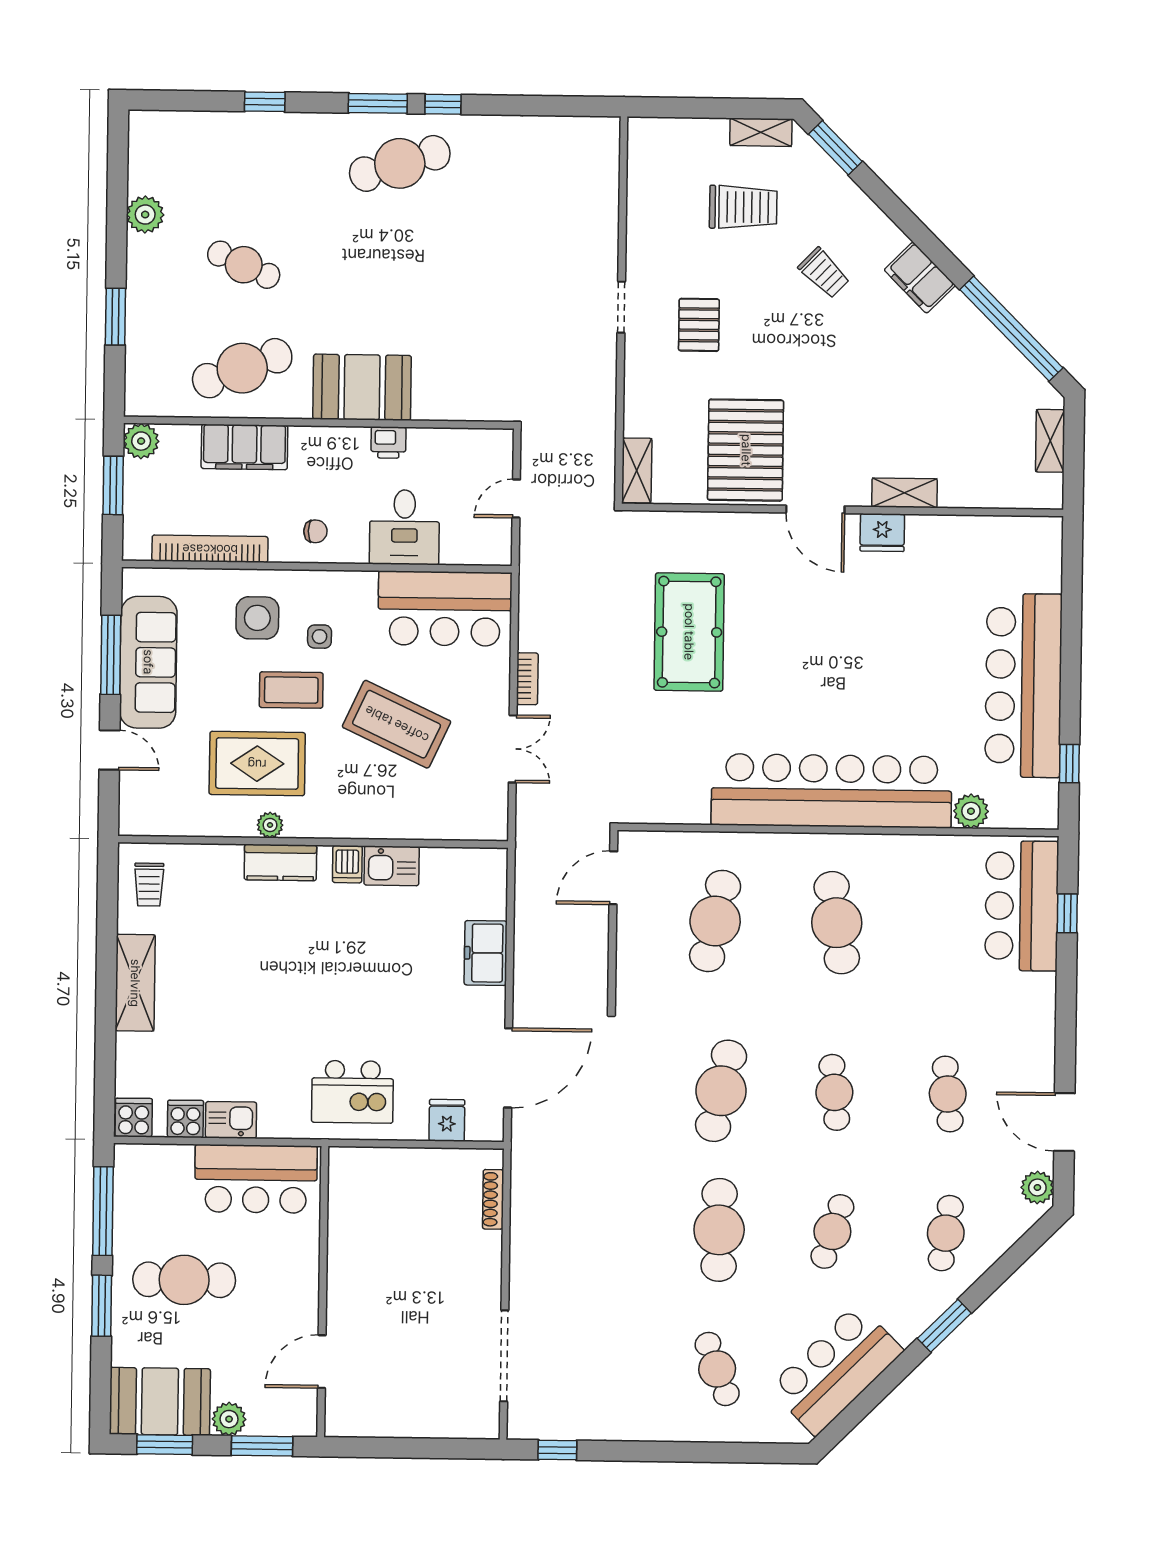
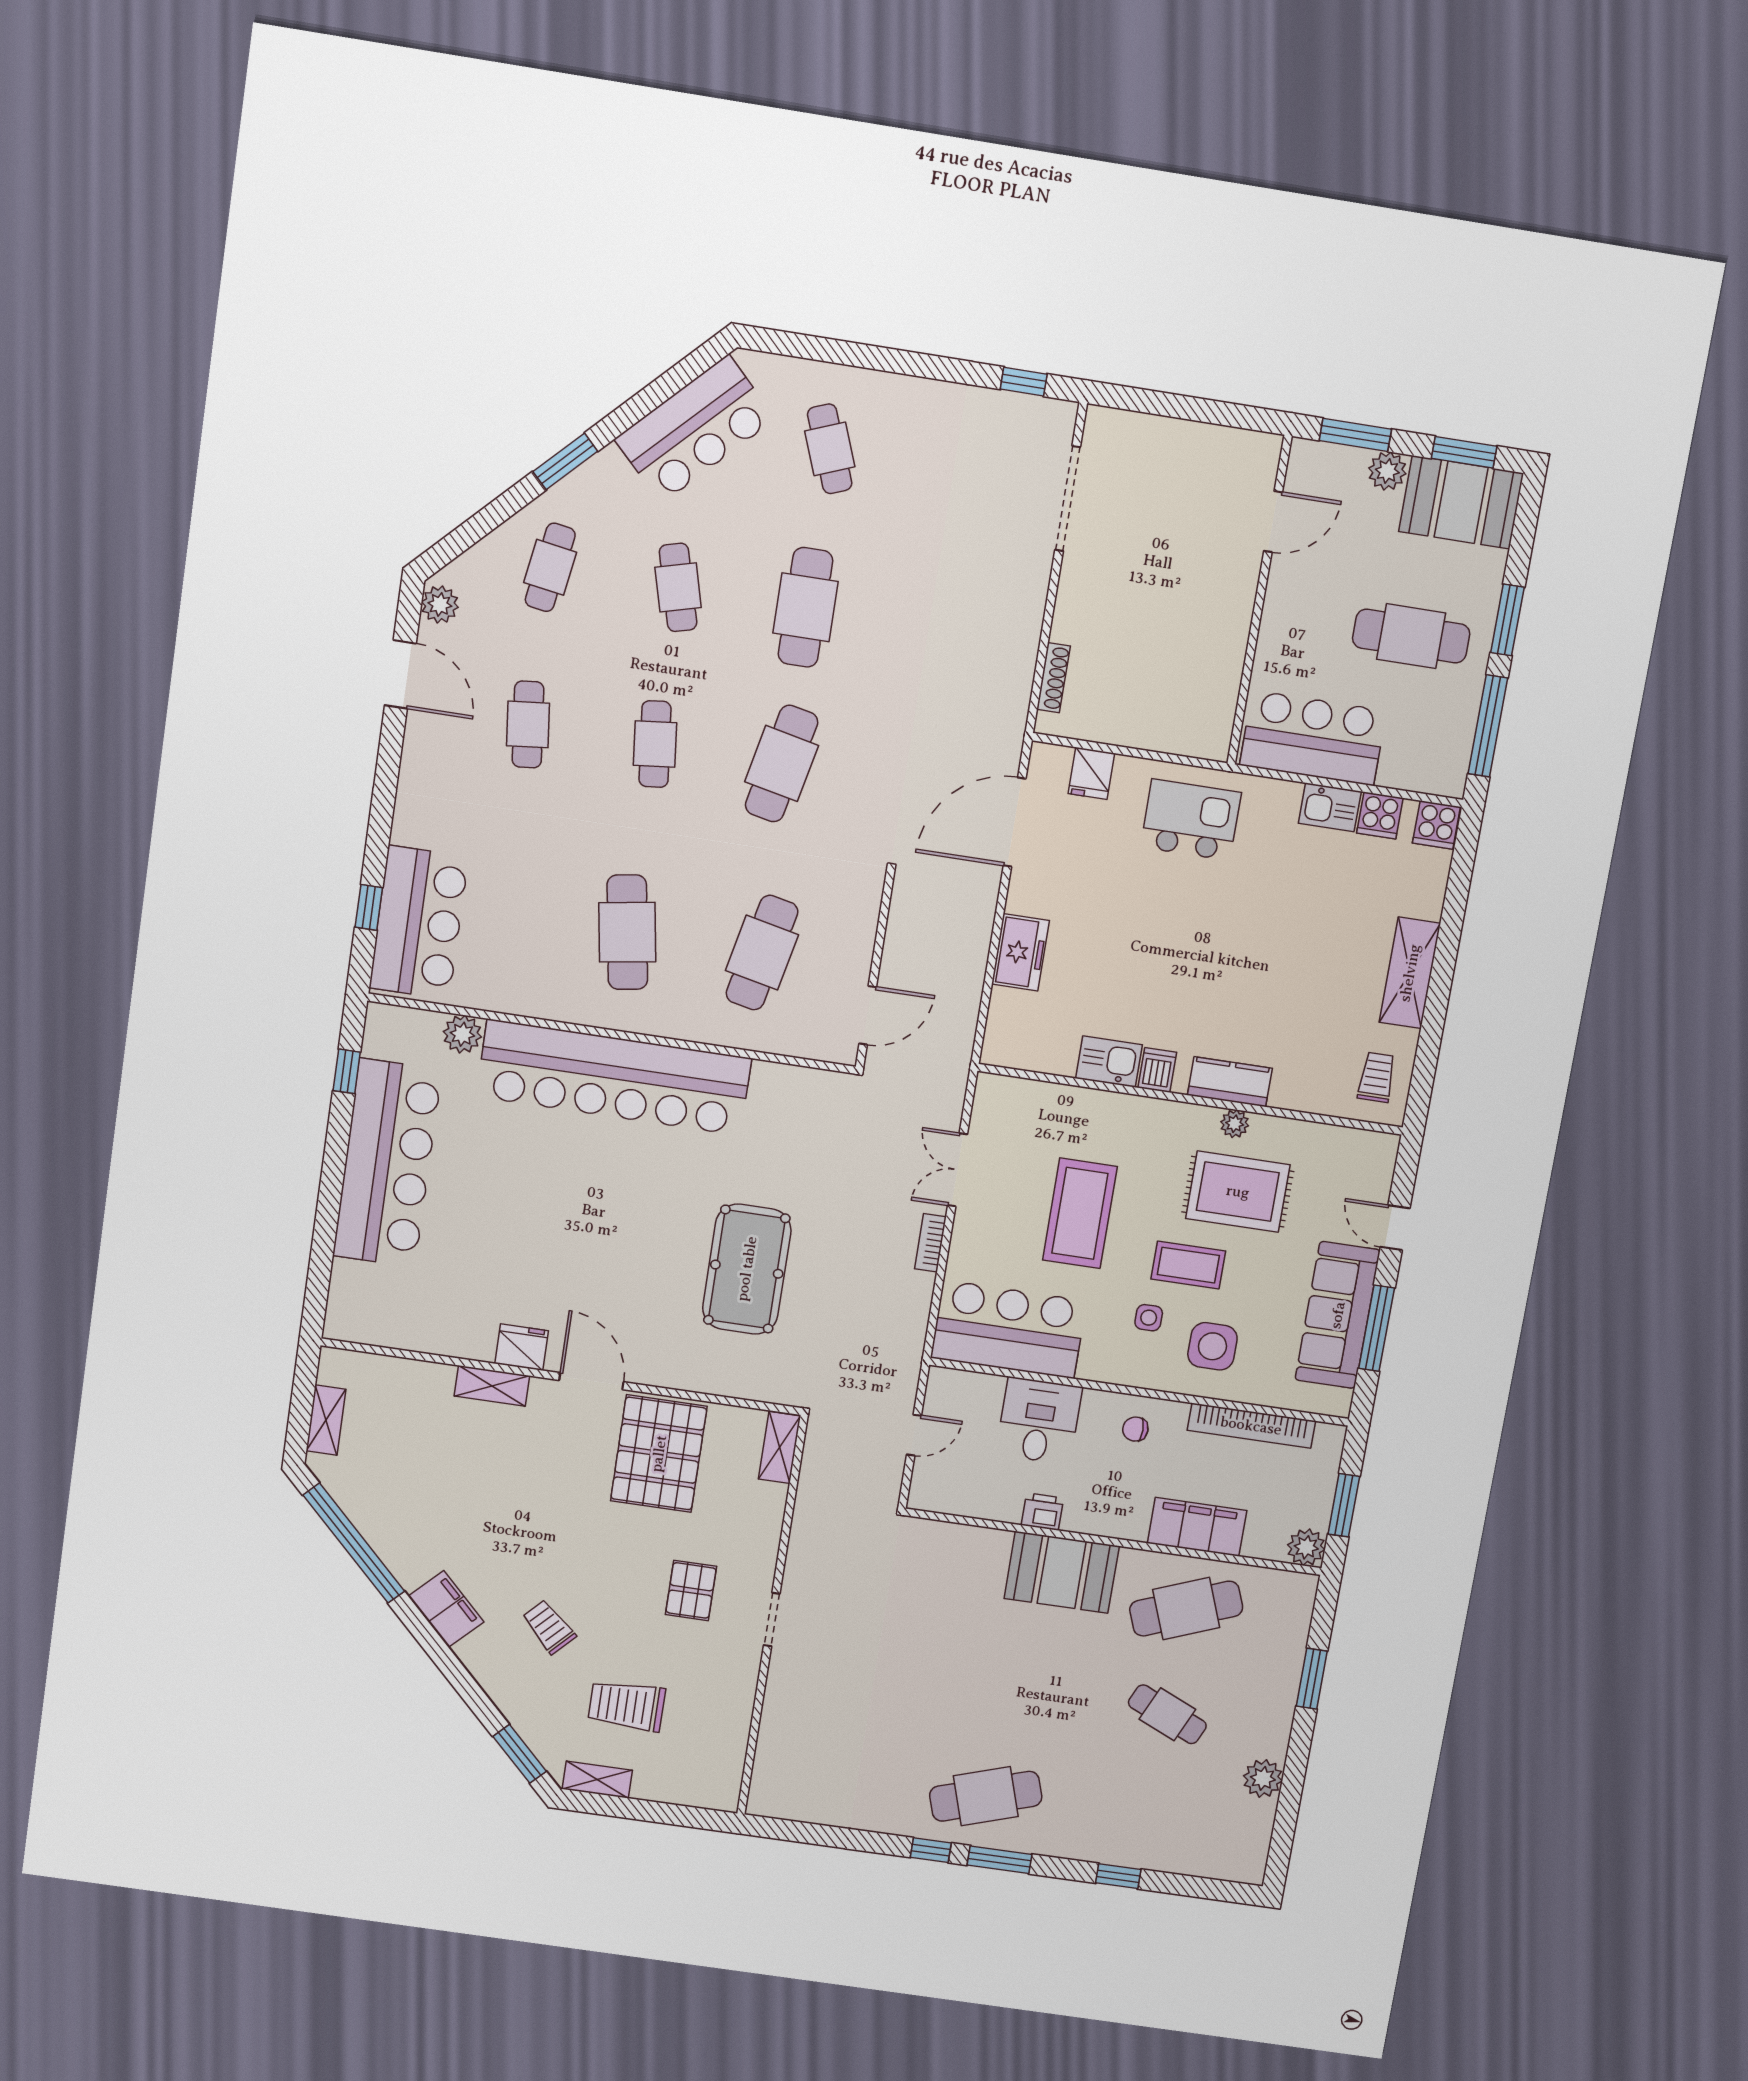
coffee table: (397, 724) -> (1080, 1213), turned 65
cafe table: (832, 1231) -> (678, 587), turned -33

